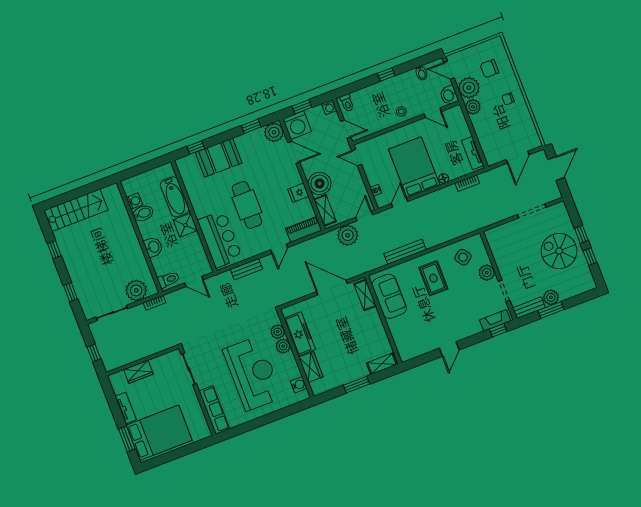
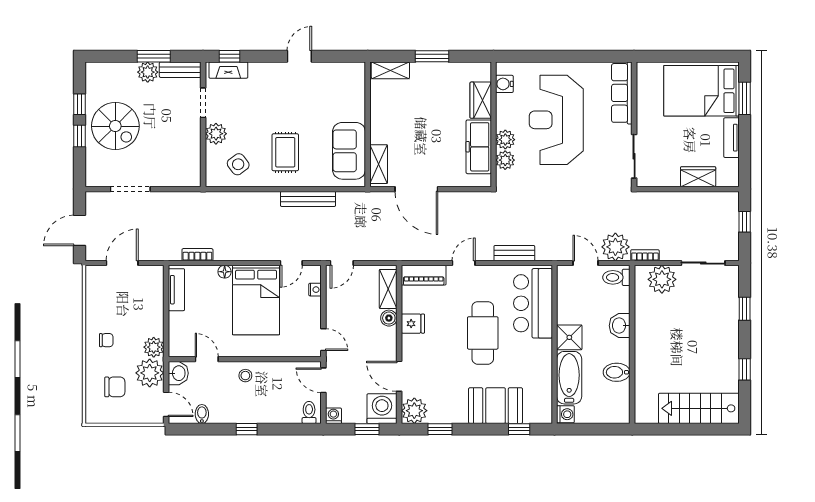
boiler: (320, 183) -> (389, 318), width x0.54, depth x0.54
washing machine: (134, 201) -> (565, 414), moved, turned 180
plant: (348, 235) -> (615, 247), moved

